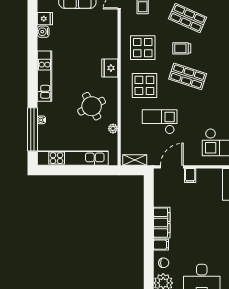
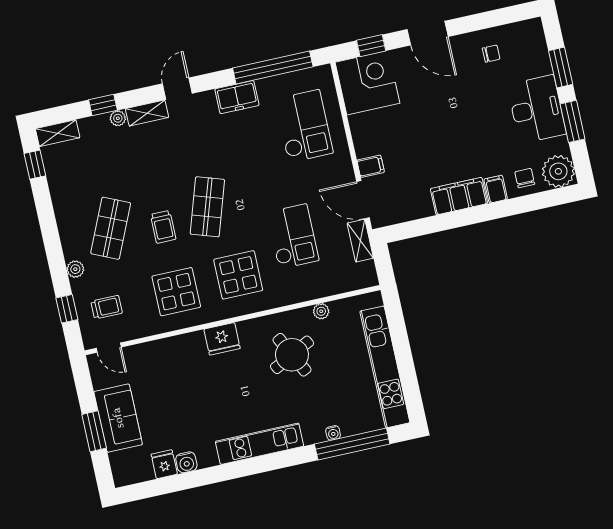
checkout: (160, 122) -> (293, 236), turned 180
shelving: (135, 160) -> (360, 241), moved

